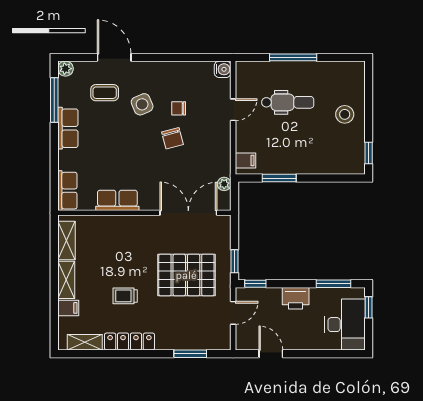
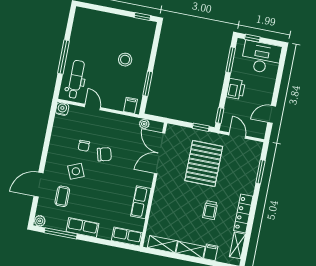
dental chair: (288, 102) -> (76, 79), moved
stool: (345, 114) -> (125, 60), moved

